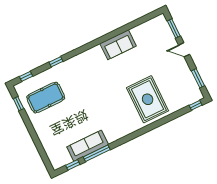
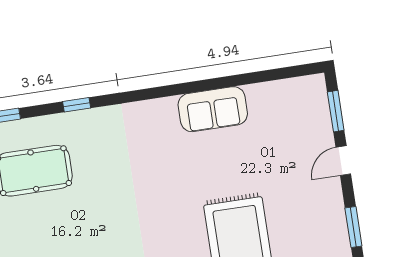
door: (184, 50) -> (343, 161), hinge flipped

